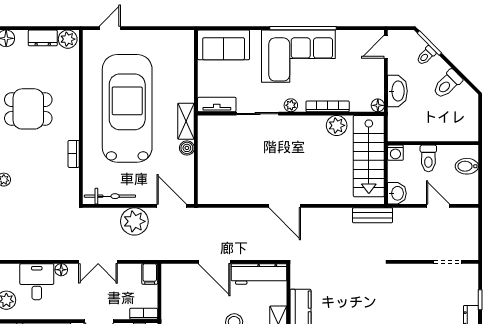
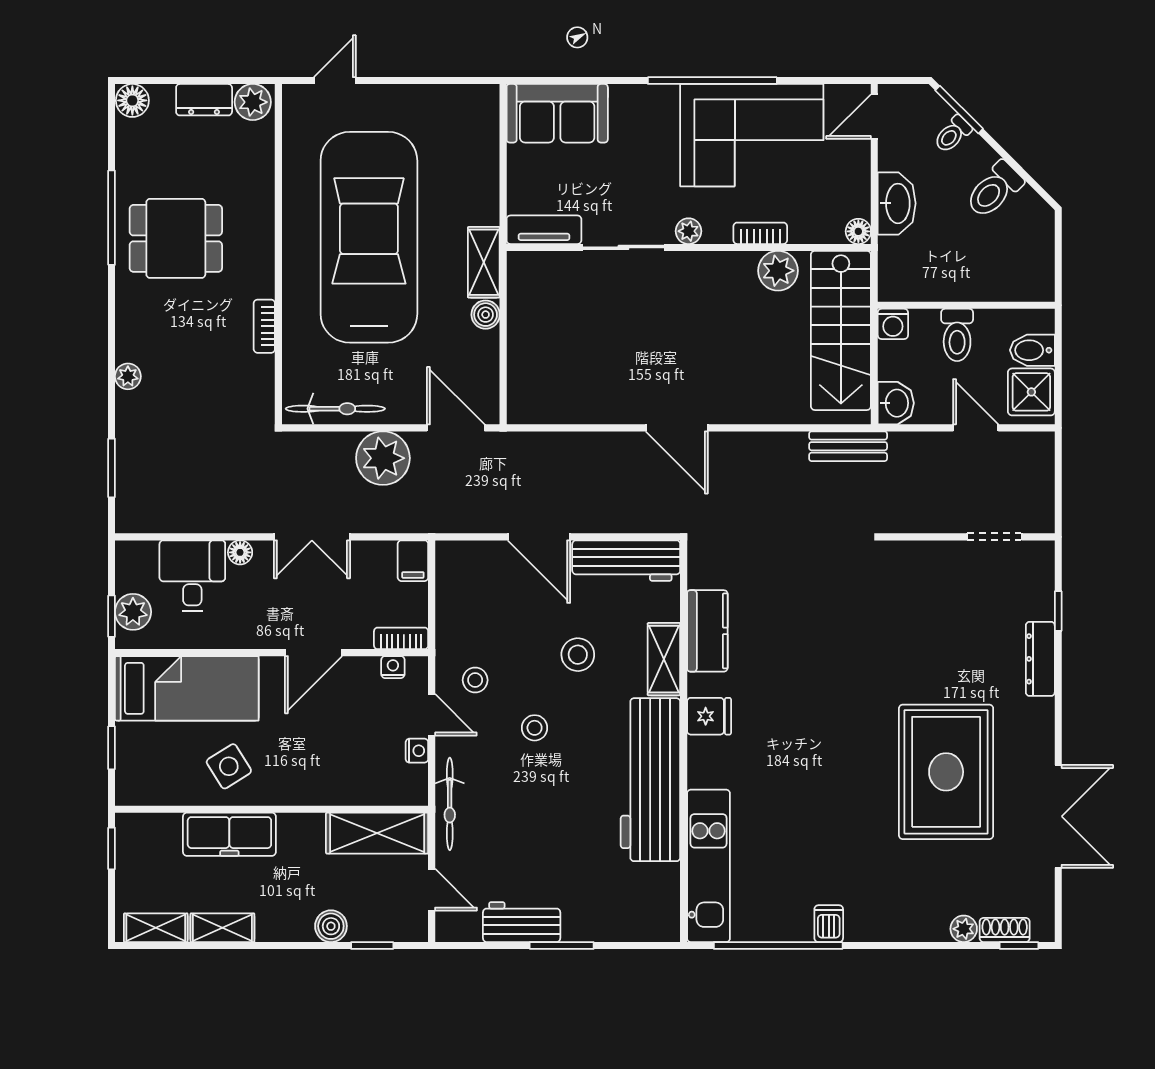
corner sofa: (298, 56) -> (752, 135), moved
bookcase: (328, 106) -> (760, 233), width x0.64
shower: (466, 188) -> (1031, 392), added

